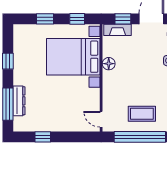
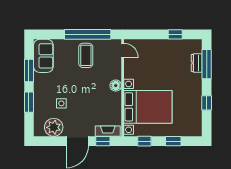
floor lamp: (109, 64) -> (116, 86), moved
dresser: (19, 101) -> (197, 63), width x0.70
coffee table: (142, 114) -> (86, 55), turned 90

